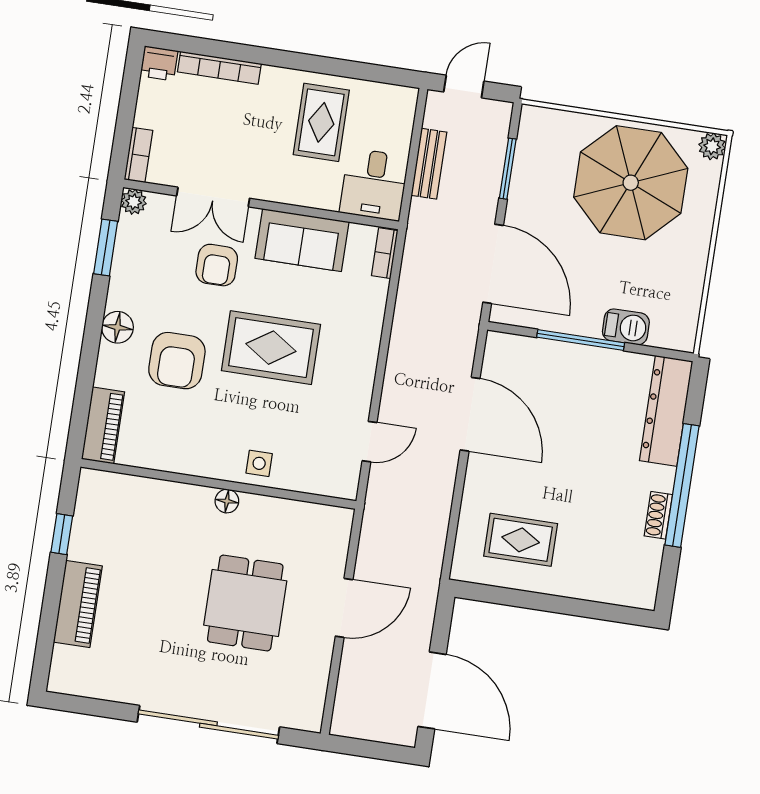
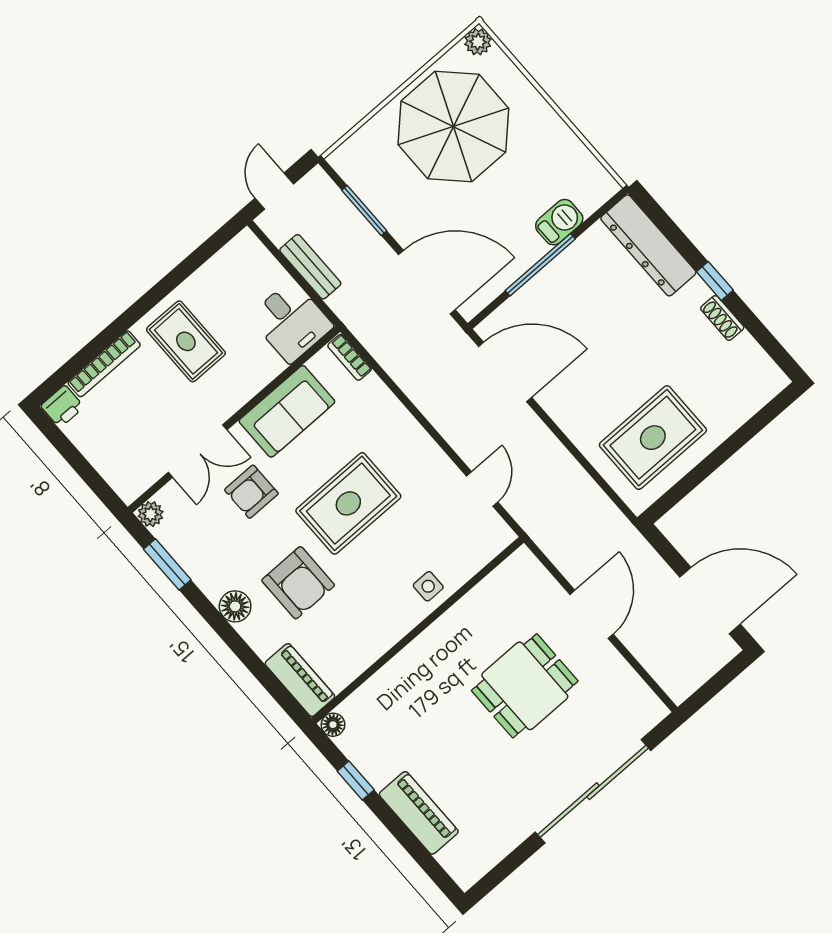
rug: (321, 122) -> (186, 341), moved
bookcase: (139, 155) -> (118, 481), removed
armchair: (217, 265) -> (251, 492), turned 90
door: (470, 414) -> (505, 372), moved
window: (682, 485) -> (715, 281), width x0.32
floor lamp: (227, 501) -> (333, 725), moved
rug: (521, 540) -> (653, 438), width x1.36, depth x1.43
dining table: (245, 603) -> (525, 686), turned 90

